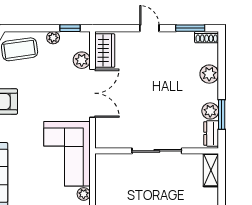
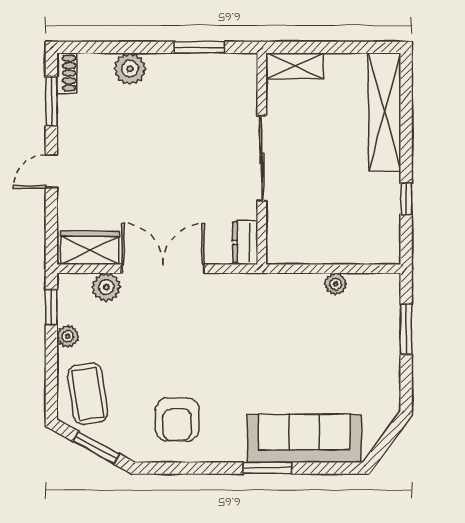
plant: (210, 111) -> (193, 67), removed
dresser: (211, 133) -> (245, 242), moved, turned 90
corner sofa: (67, 154) -> (267, 312), removed

